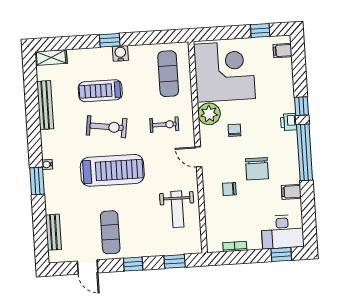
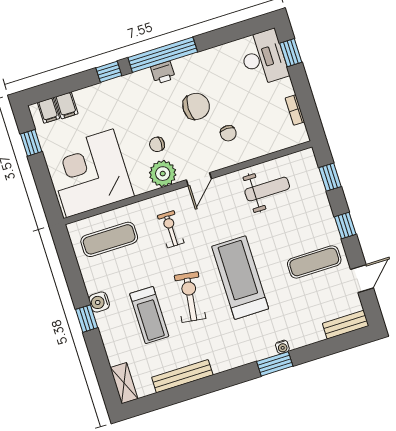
plant: (209, 114) -> (163, 174), moved
printer: (289, 122) -> (163, 73), moved
water cooler: (47, 164) -> (282, 347), moved
filing cabinet: (291, 192) -> (66, 105), moved
bench: (53, 232) -> (346, 325), moved

